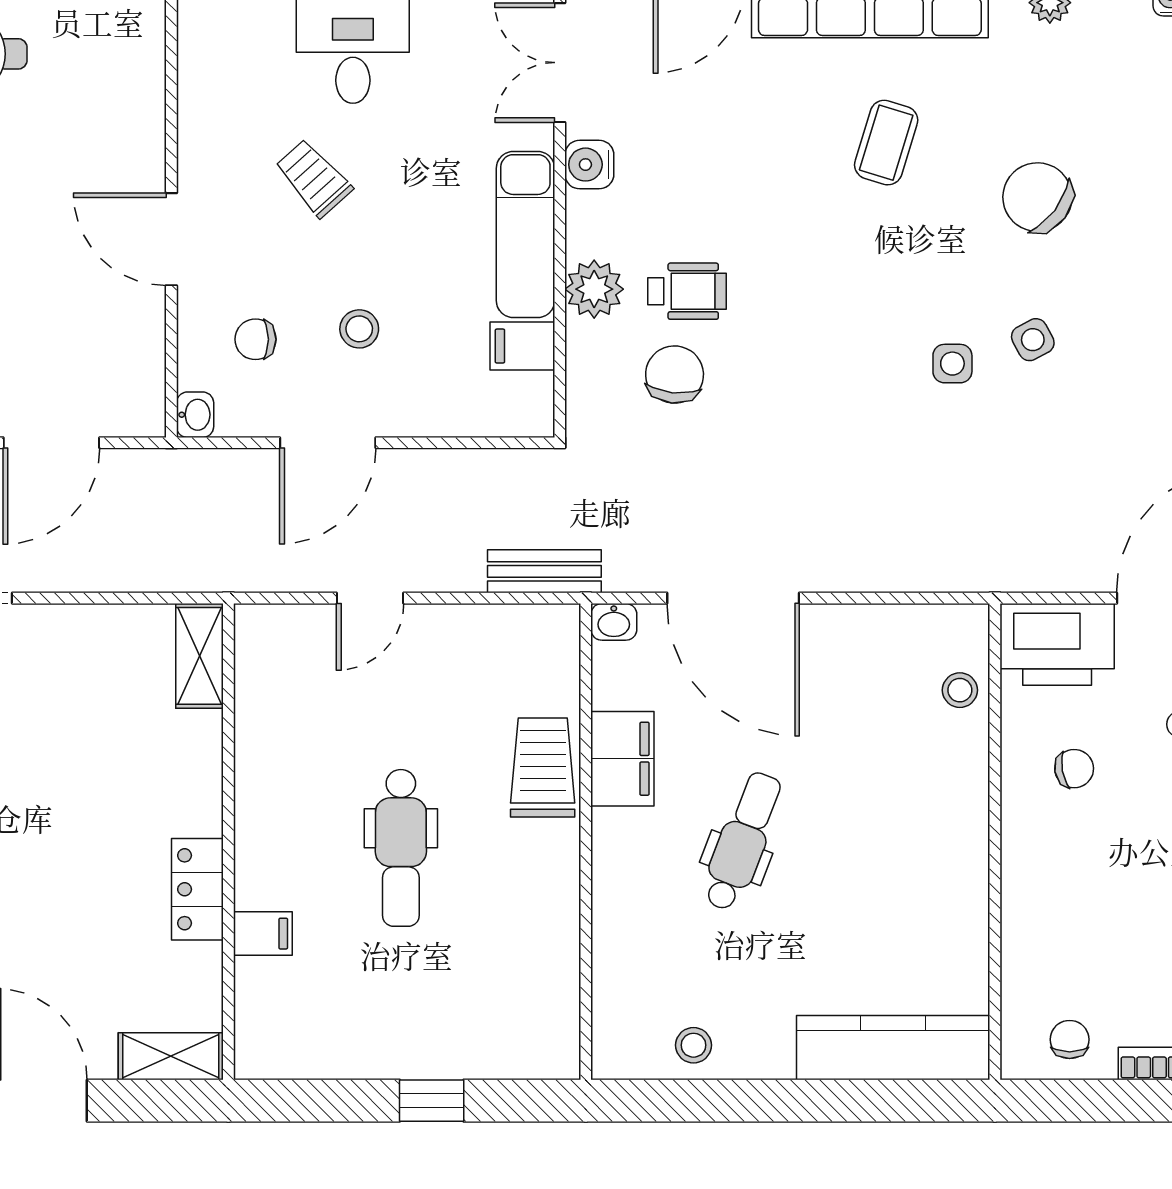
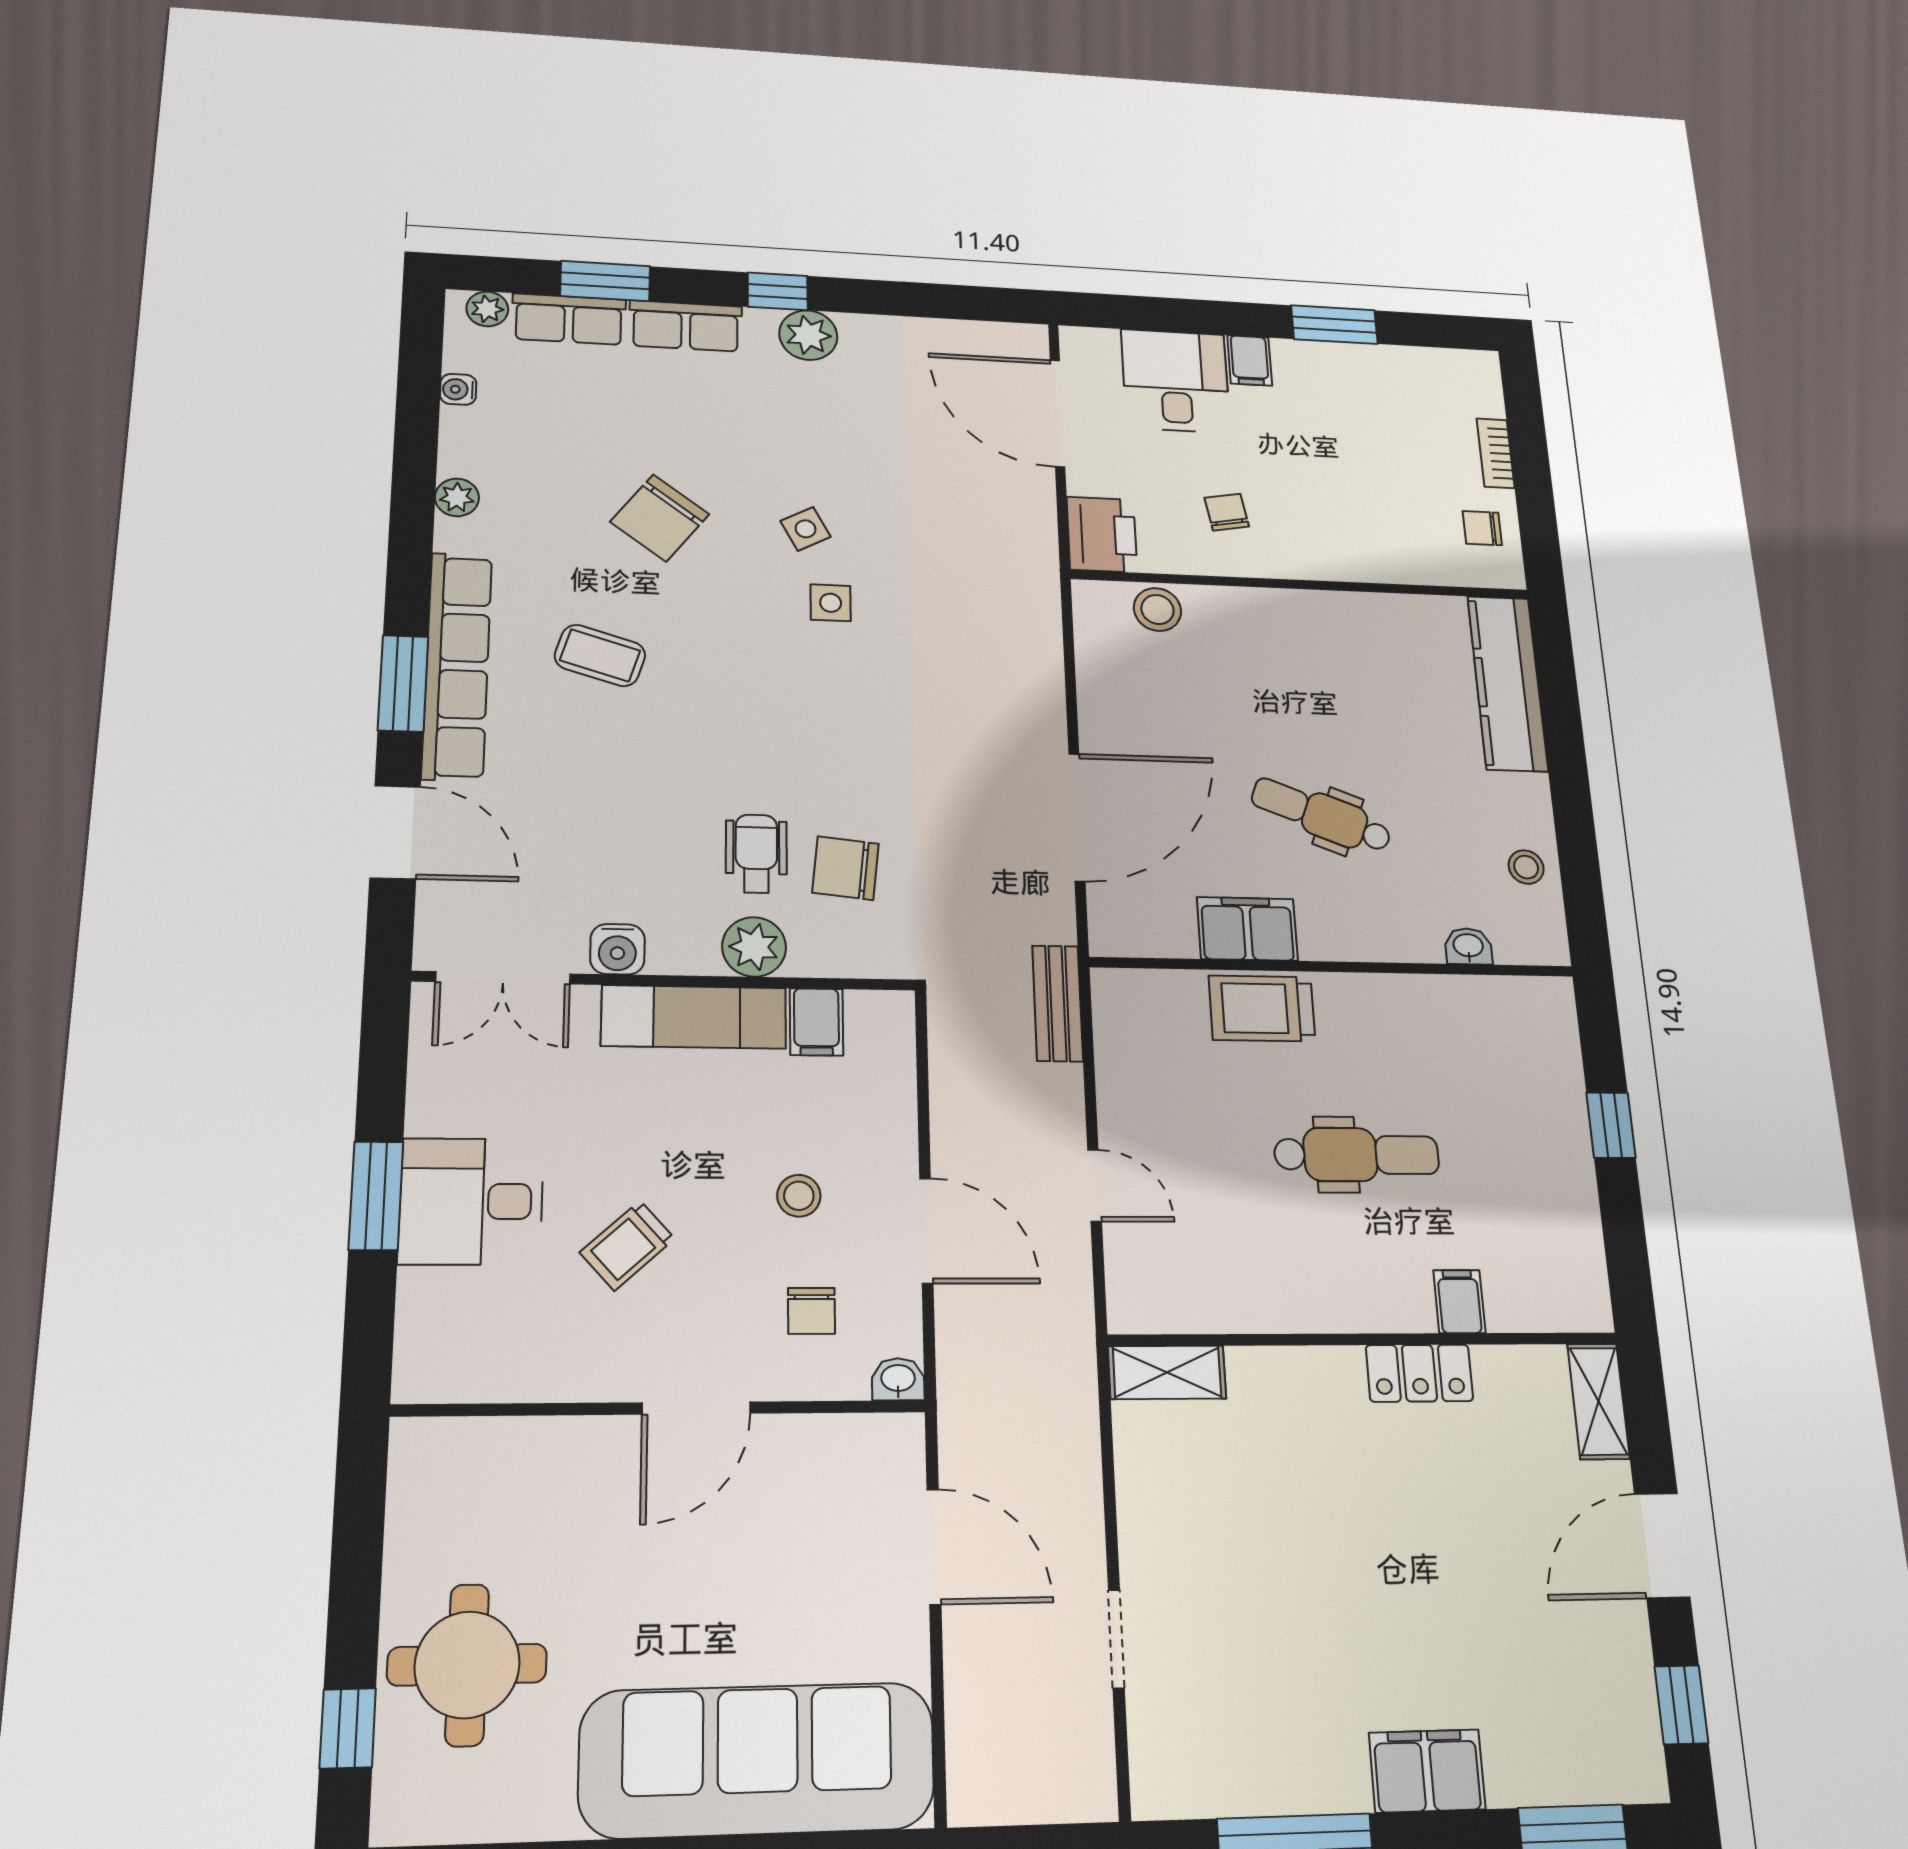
washbasin: (614, 622) -> (1468, 946), moved, turned -90
printer: (1057, 644) -> (1102, 535), width x0.73, depth x0.84
stool: (960, 690) -> (1157, 610), width x1.37, depth x1.37

